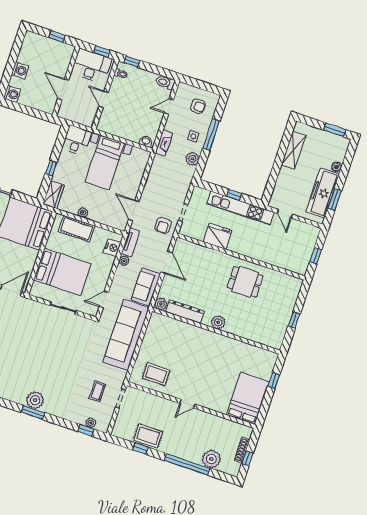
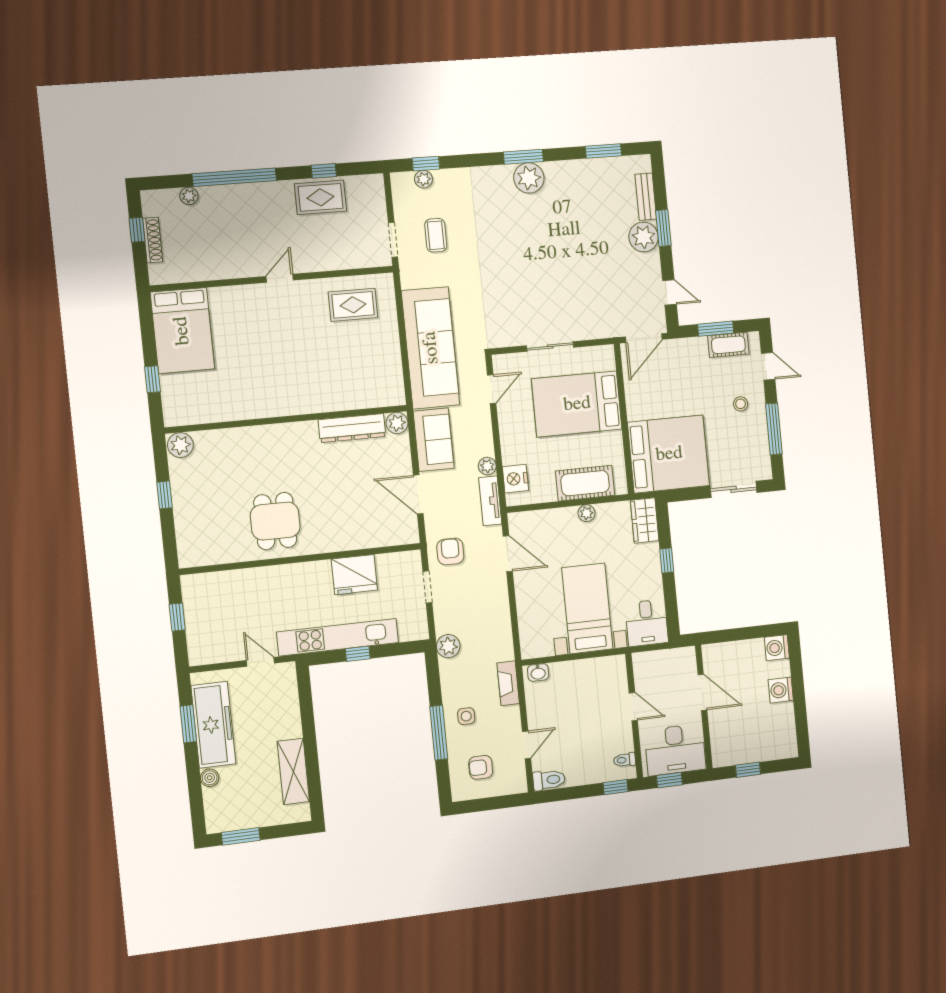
plant: (192, 159) -> (448, 646), moved
dining table: (245, 282) -> (275, 521), turned 90
plant: (218, 322) -> (180, 445), moved
plant: (211, 459) -> (189, 196), width x0.53, depth x0.53

